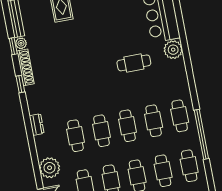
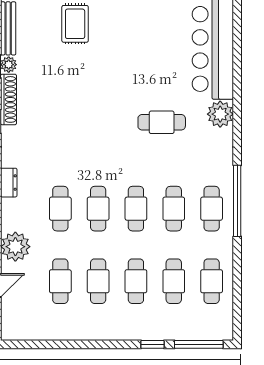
window: (201, 134) -> (237, 201), moved

